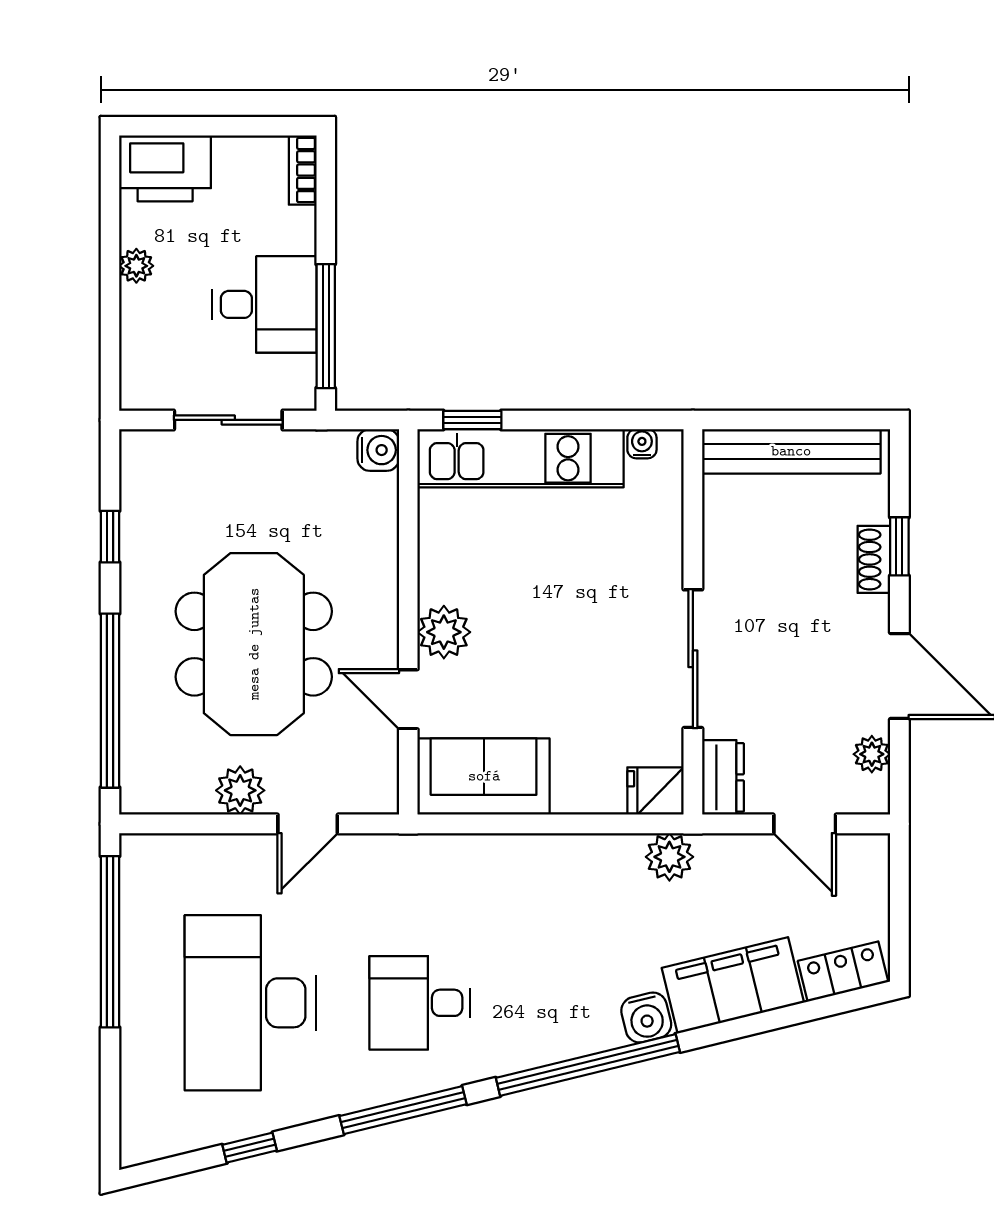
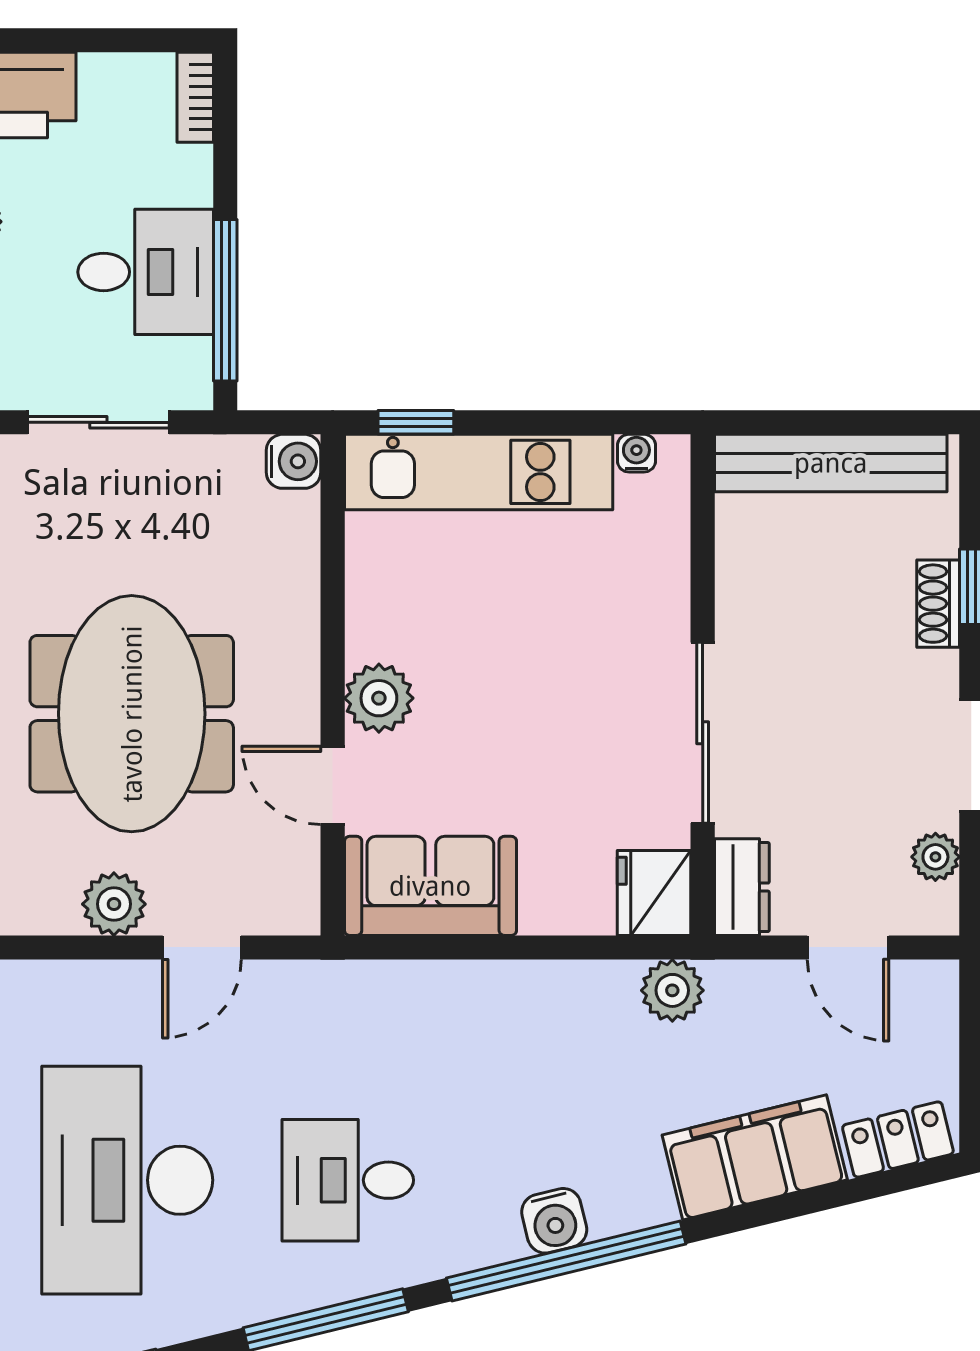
fridge: (655, 791) -> (654, 893), width x1.38
water cooler: (646, 1017) -> (554, 1221), moved

